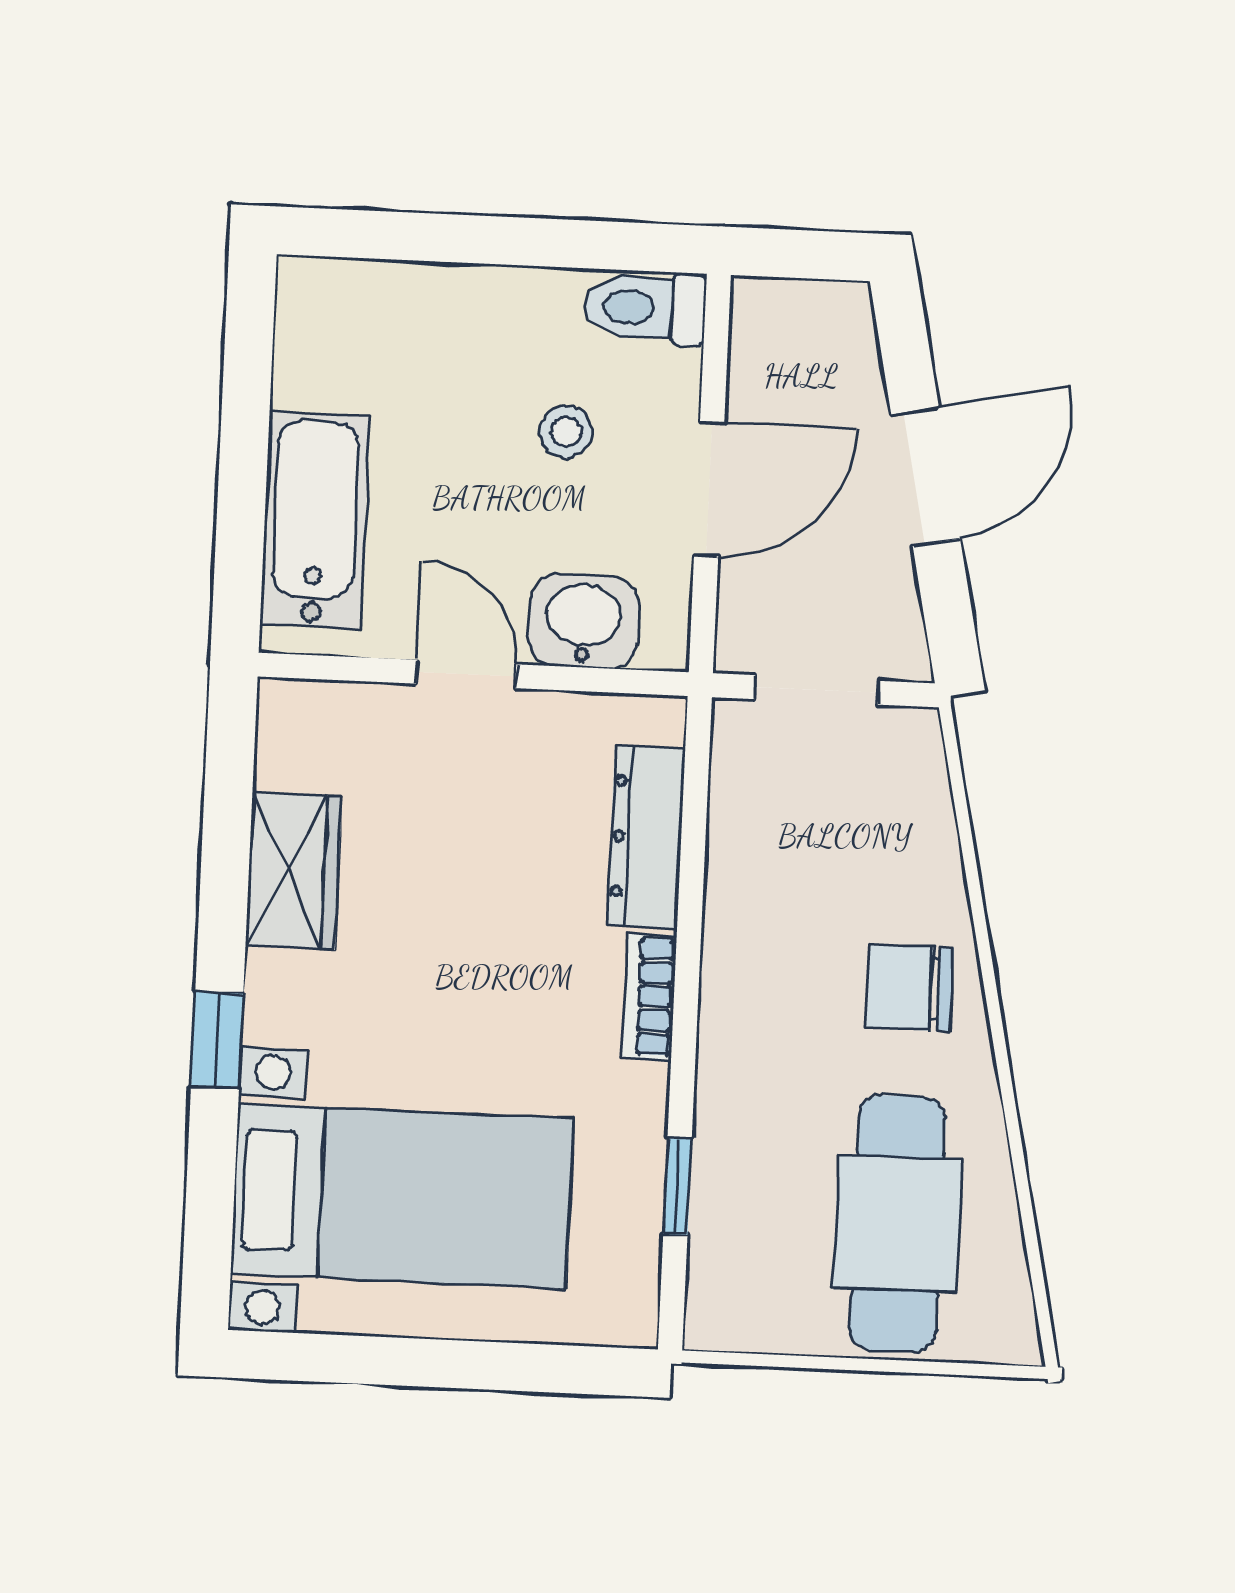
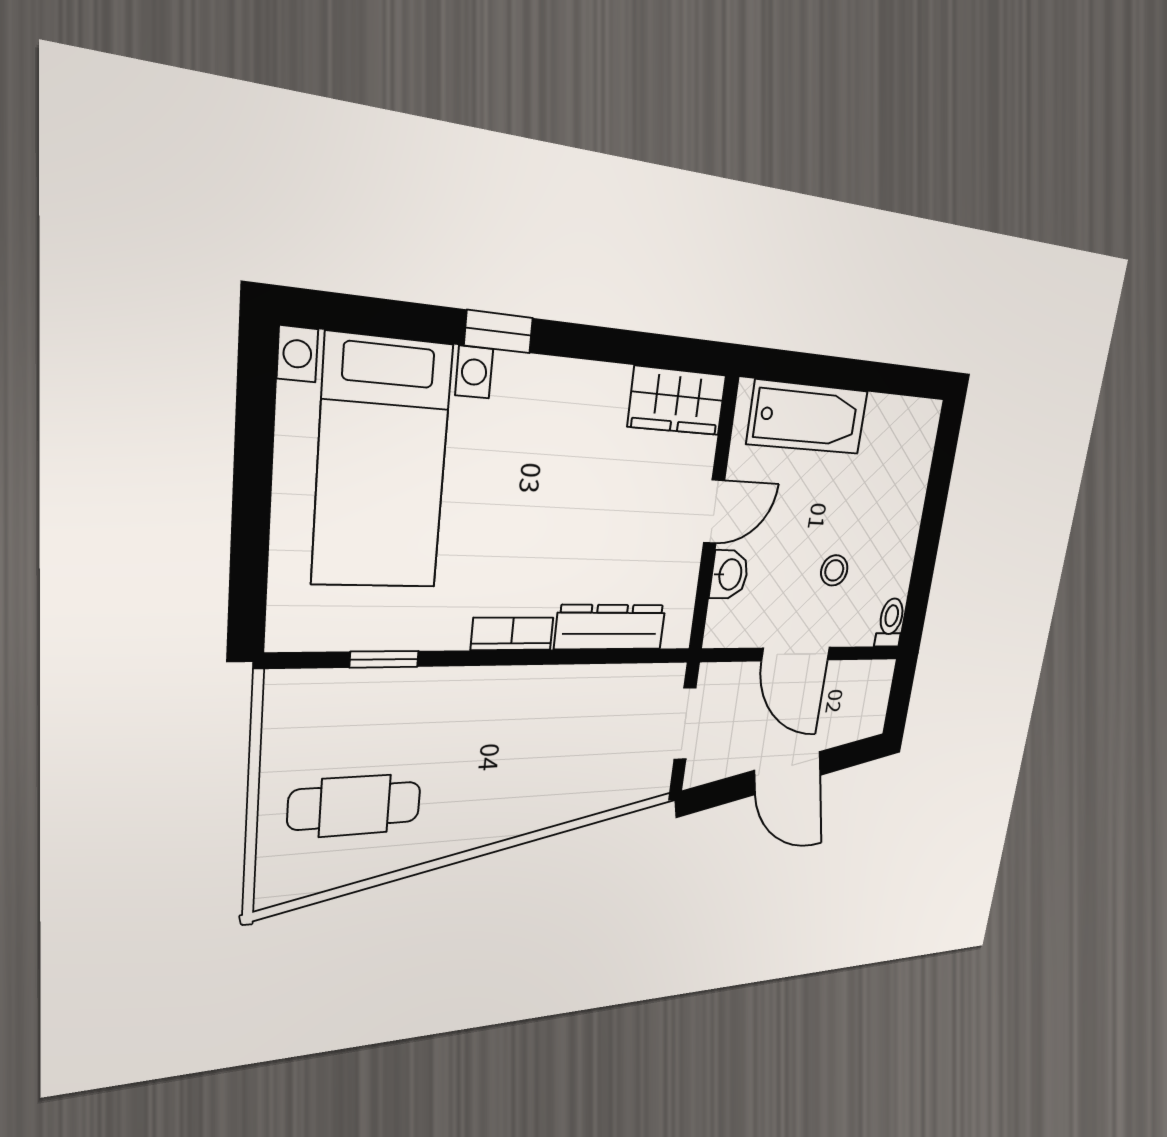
toilet: (645, 308) -> (890, 622), width x0.73, depth x0.72
washbasin: (584, 621) -> (729, 574), width x0.72, depth x0.69
wardrobe: (294, 871) -> (677, 401), moved
chair: (910, 988) -> (509, 796), removed
cafe table: (897, 1224) -> (355, 806), width x0.73, depth x0.74

